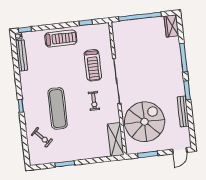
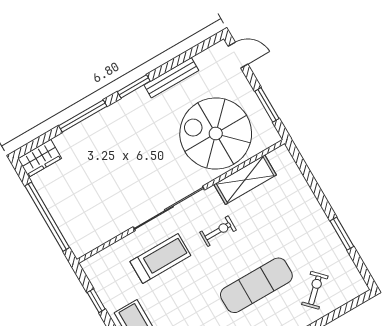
shelving: (116, 139) -> (245, 180), moved

